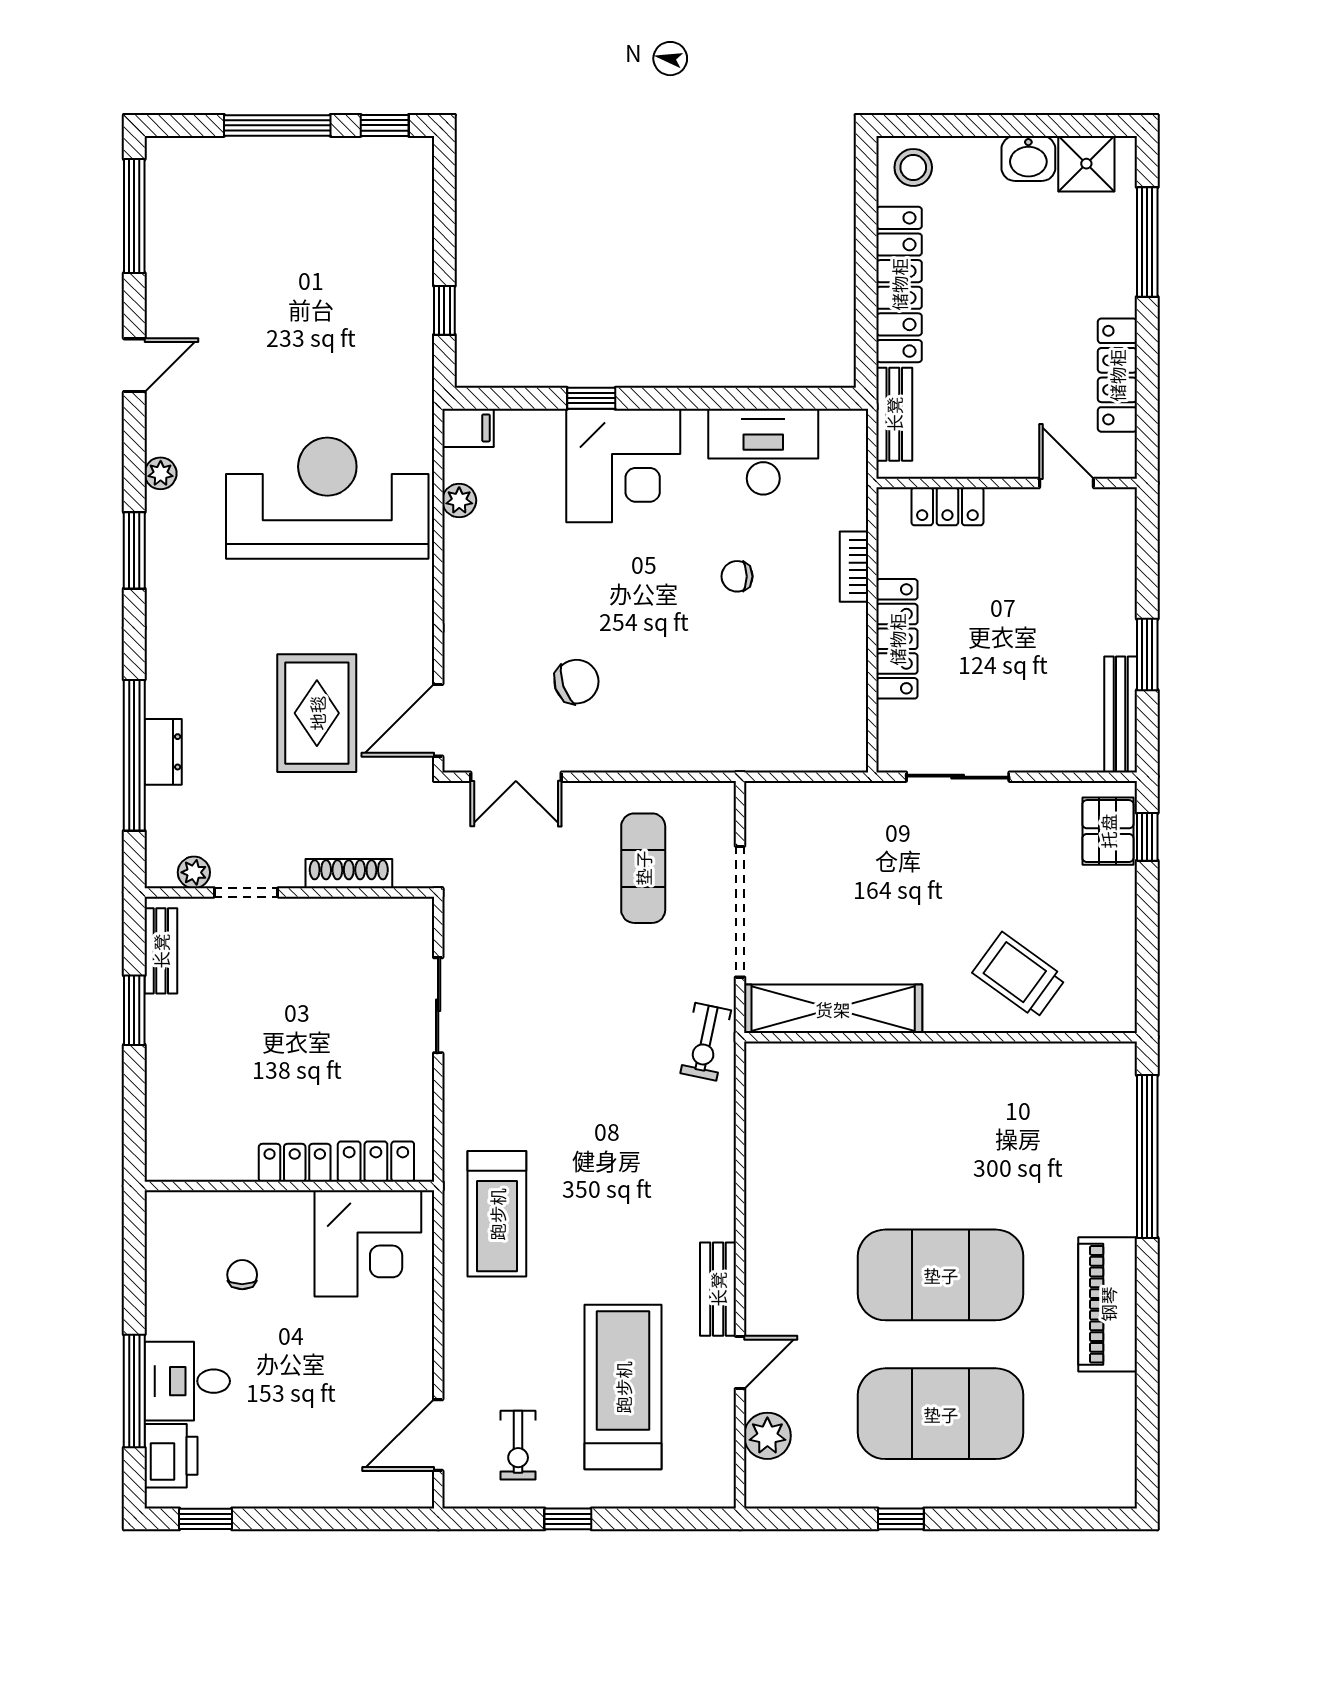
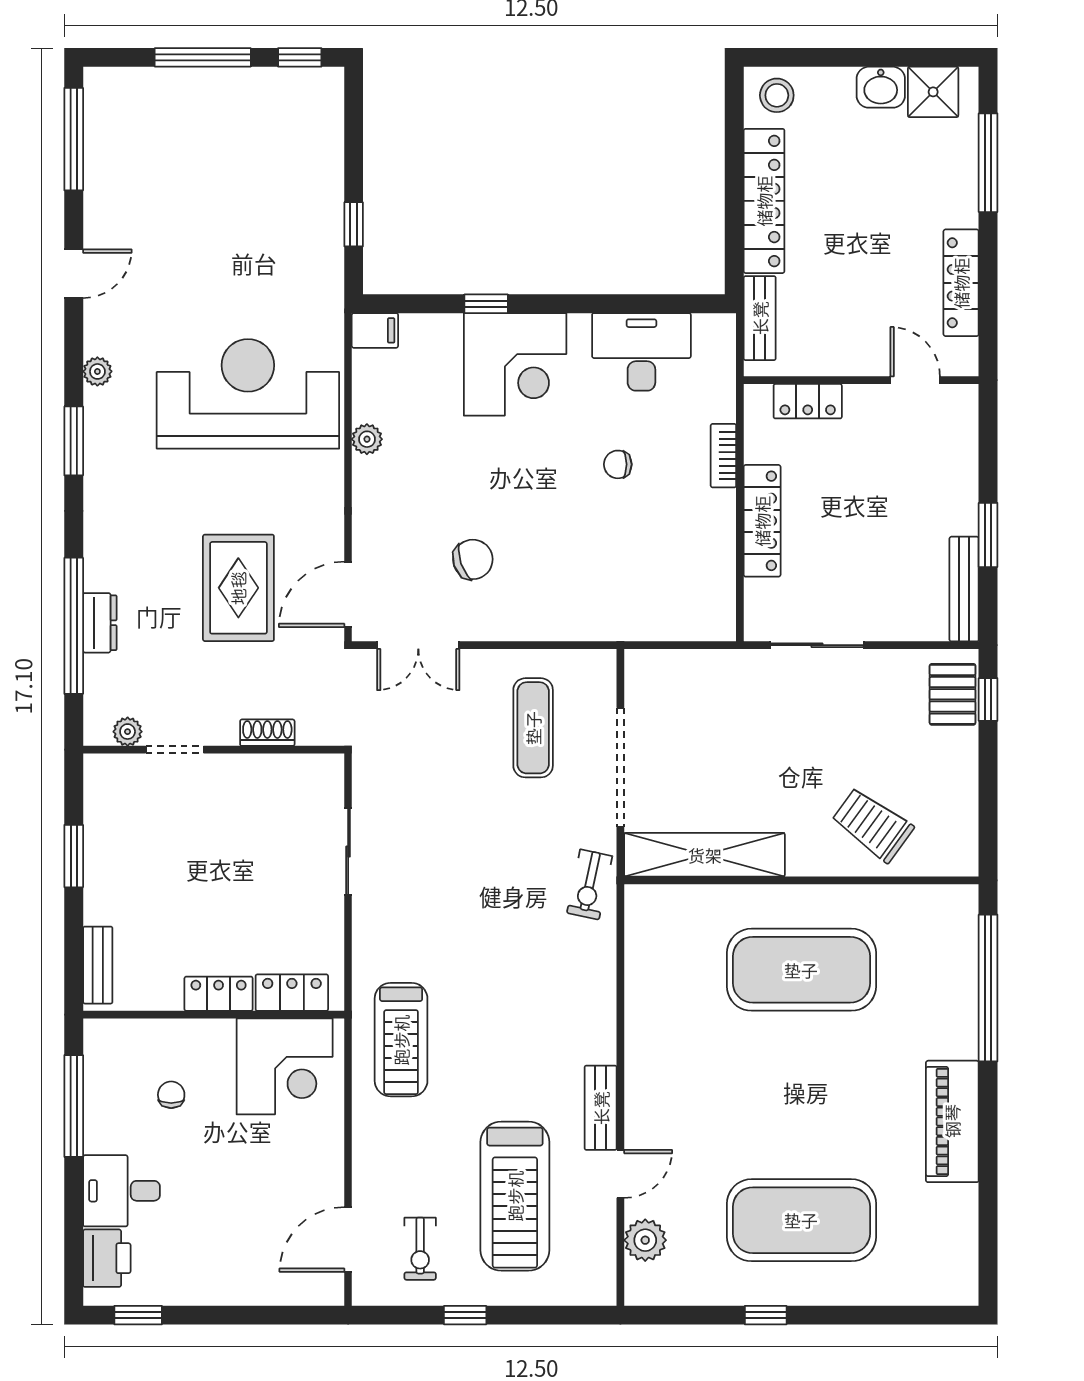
plant: (459, 500) -> (367, 439), moved
shoe rack: (349, 874) -> (267, 733), width x0.70
bench: (161, 951) -> (98, 965), moved
exercise mat: (941, 1275) -> (801, 970), moved
treadmill: (623, 1387) -> (515, 1196), turned 180
window: (134, 1391) -> (74, 1106), moved

